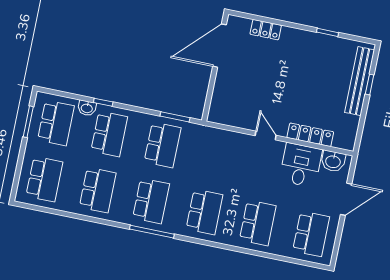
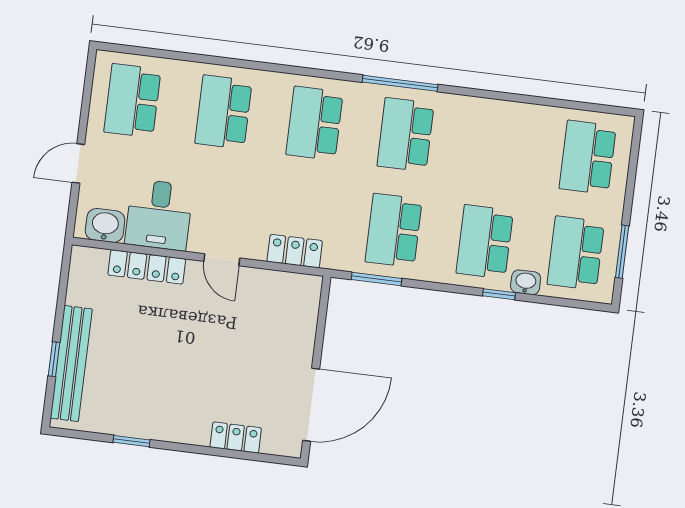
locker: (222, 137) -> (295, 251), added
school desk: (98, 190) -> (497, 146), removed
door: (346, 199) -> (78, 163), width x0.73

